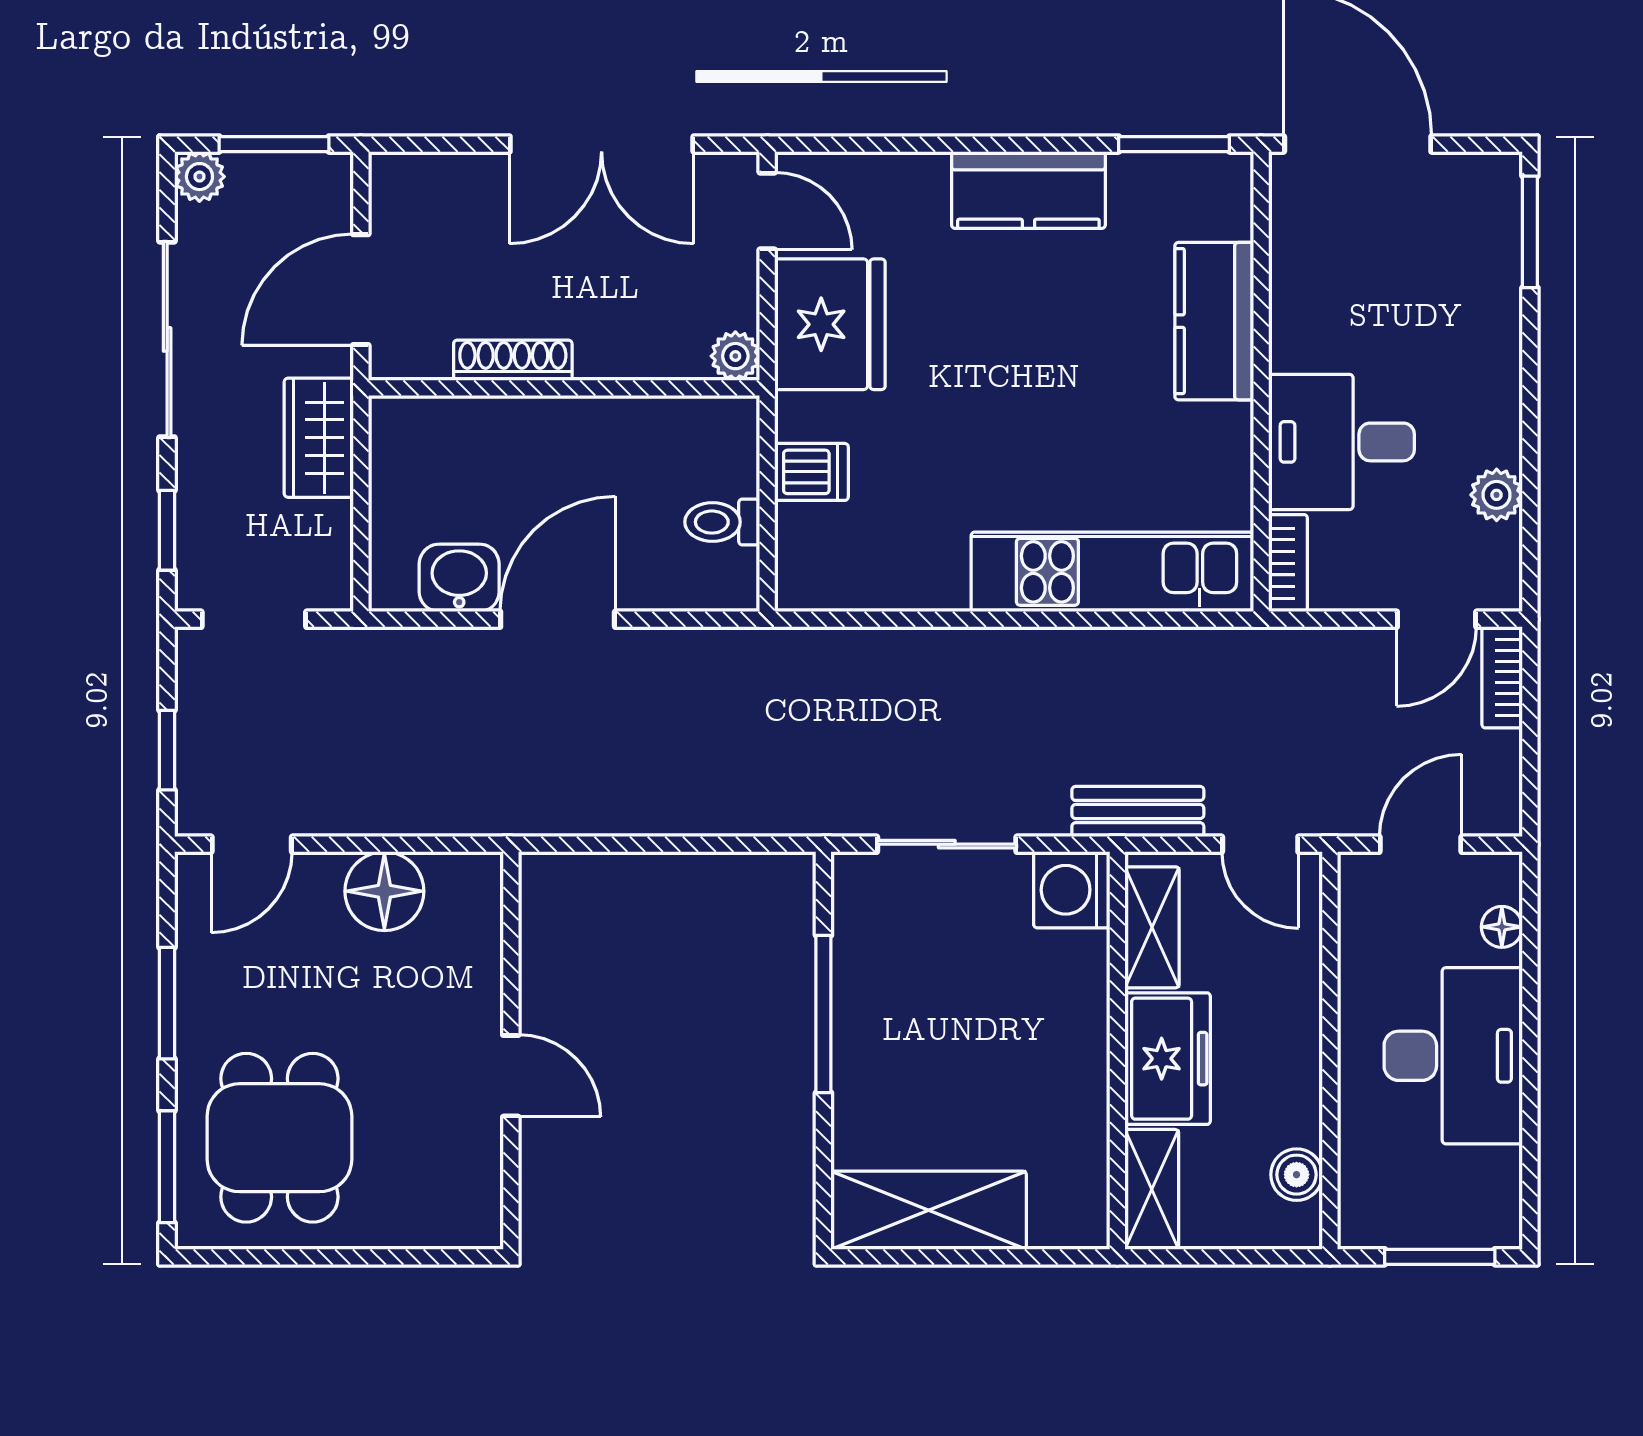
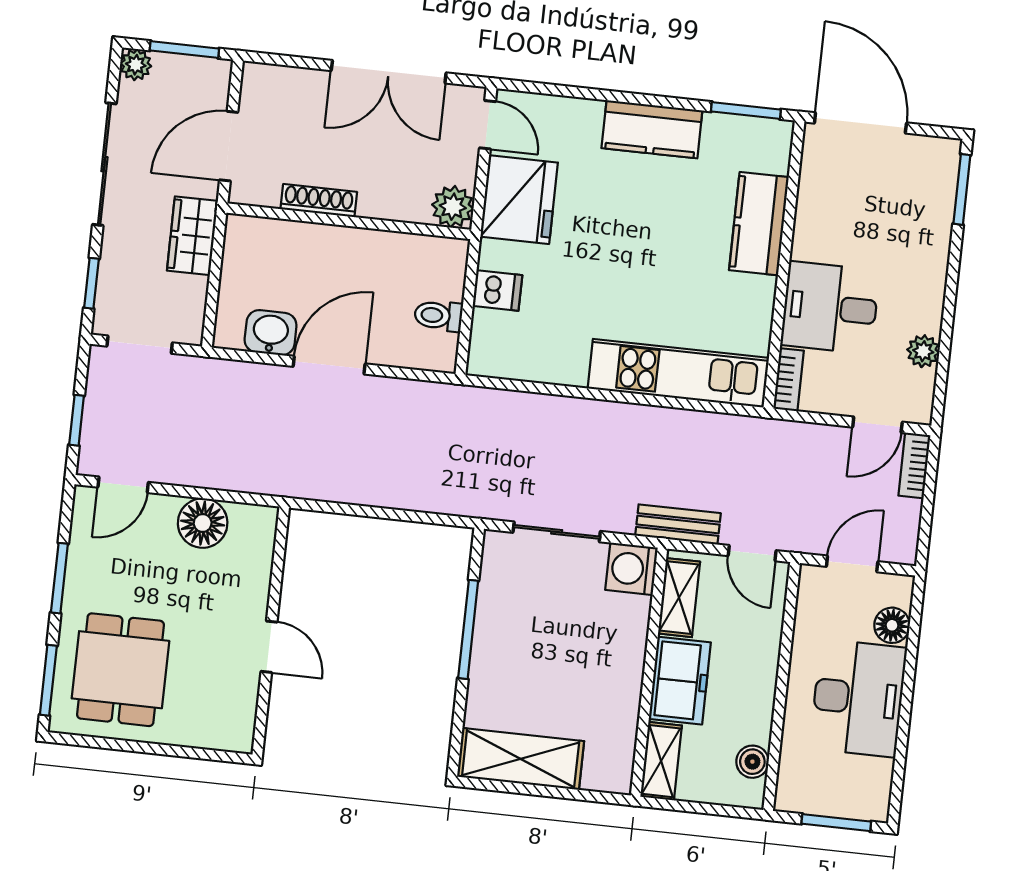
plant: (735, 356) -> (453, 207), width x1.38, depth x1.38
floor lamp: (1502, 927) -> (892, 625), width x1.37, depth x1.37

